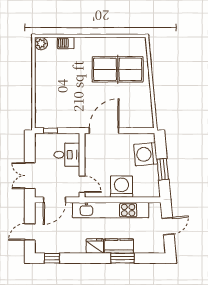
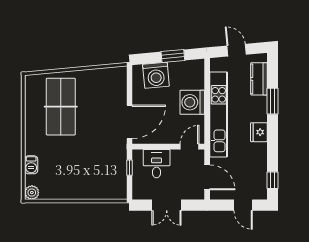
window: (50, 131) -> (130, 168), moved
door: (104, 131) -> (130, 122), swing flipped
double door: (30, 176) -> (167, 205), moved
kitchen counter: (119, 246) -> (259, 79), moved

